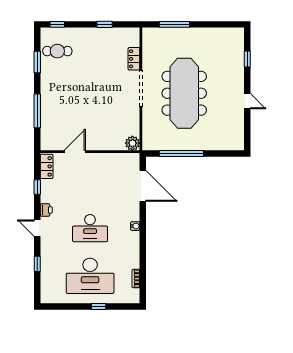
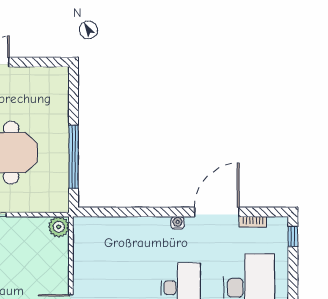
door: (143, 186) -> (217, 212), moved
window: (99, 306) -> (293, 236), moved

